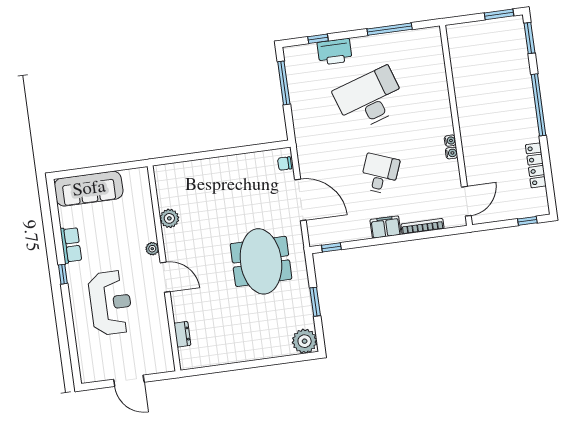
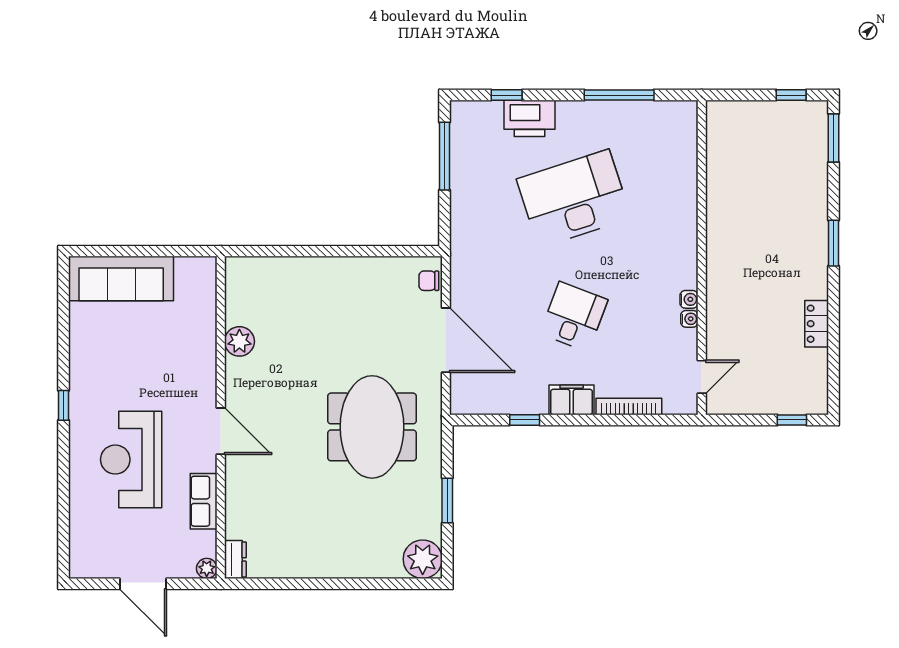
window: (499, 14) -> (791, 95), width x0.67
window: (539, 105) -> (833, 243), width x0.47
water cooler: (450, 141) -> (689, 319), moved
locker: (536, 165) -> (817, 324), width x0.66
door: (466, 201) -> (702, 377), width x0.73
row of seats: (71, 245) -> (204, 501), moved, turned 180
window: (331, 247) -> (525, 420), moved
plant: (152, 249) -> (207, 568), moved
reception desk: (111, 303) -> (131, 460), turned 180
dresser: (182, 334) -> (235, 559), moved

